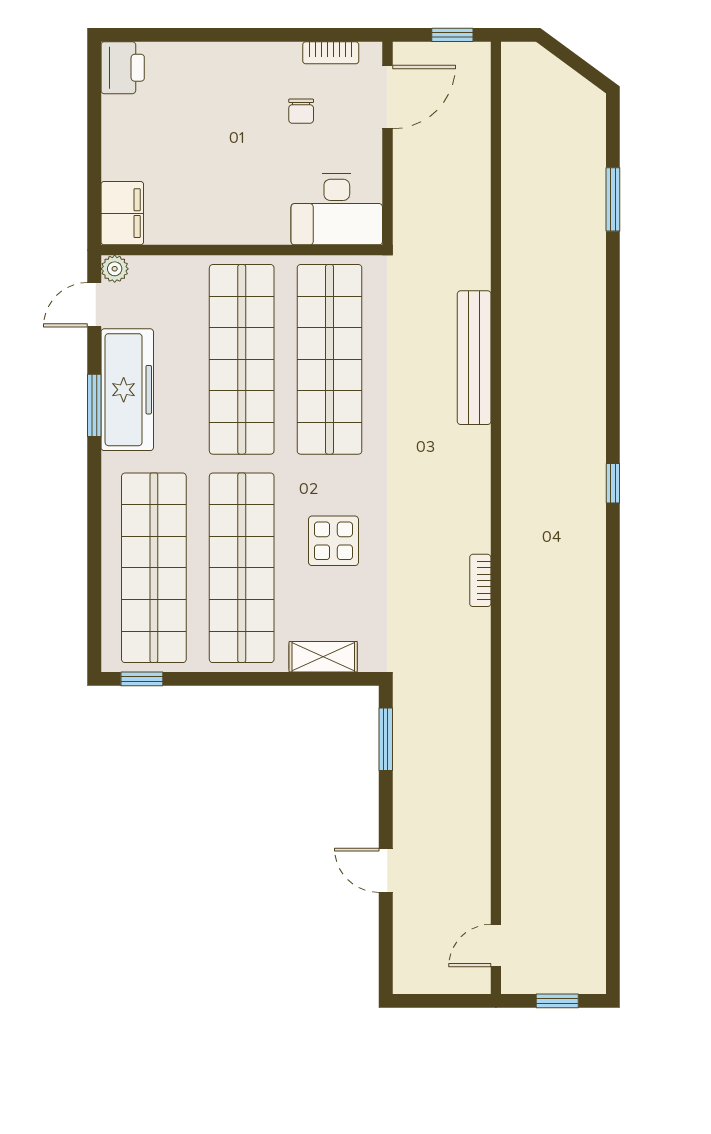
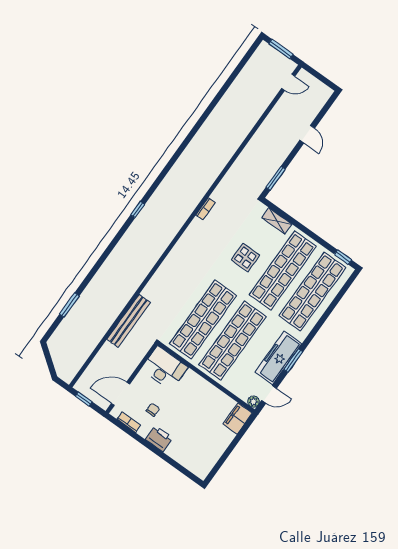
printer: (123, 68) -> (159, 439), moved, turned 90
bench: (474, 358) -> (129, 321), moved
window: (557, 1001) -> (281, 49), width x1.50

